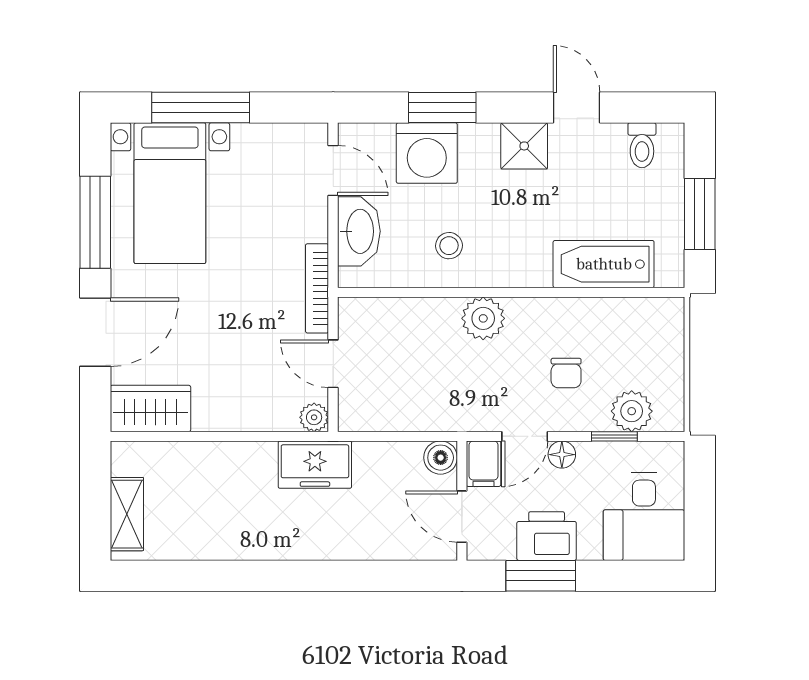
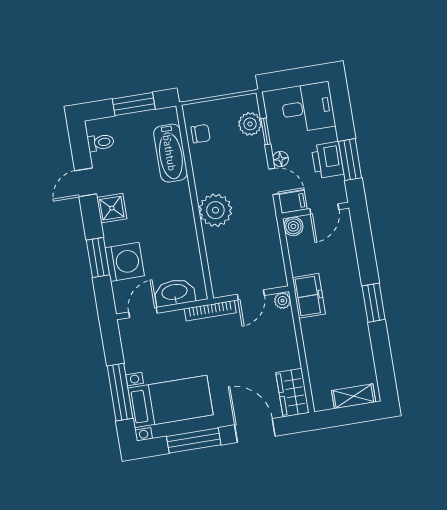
stool: (449, 246) -> (174, 241), removed
plant: (483, 318) -> (215, 210), width x1.36, depth x1.36
chair: (566, 373) -> (201, 134), moved
window: (284, 576) -> (374, 303), added

